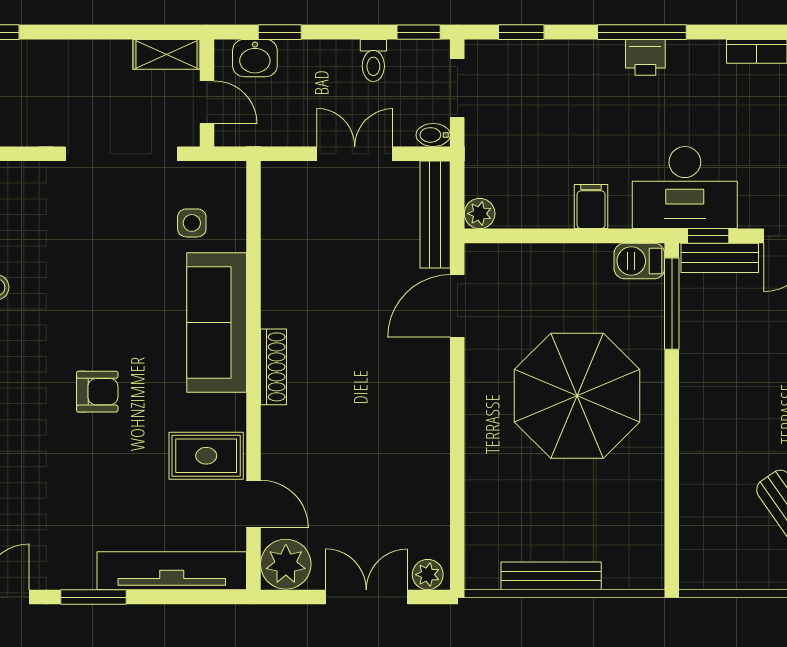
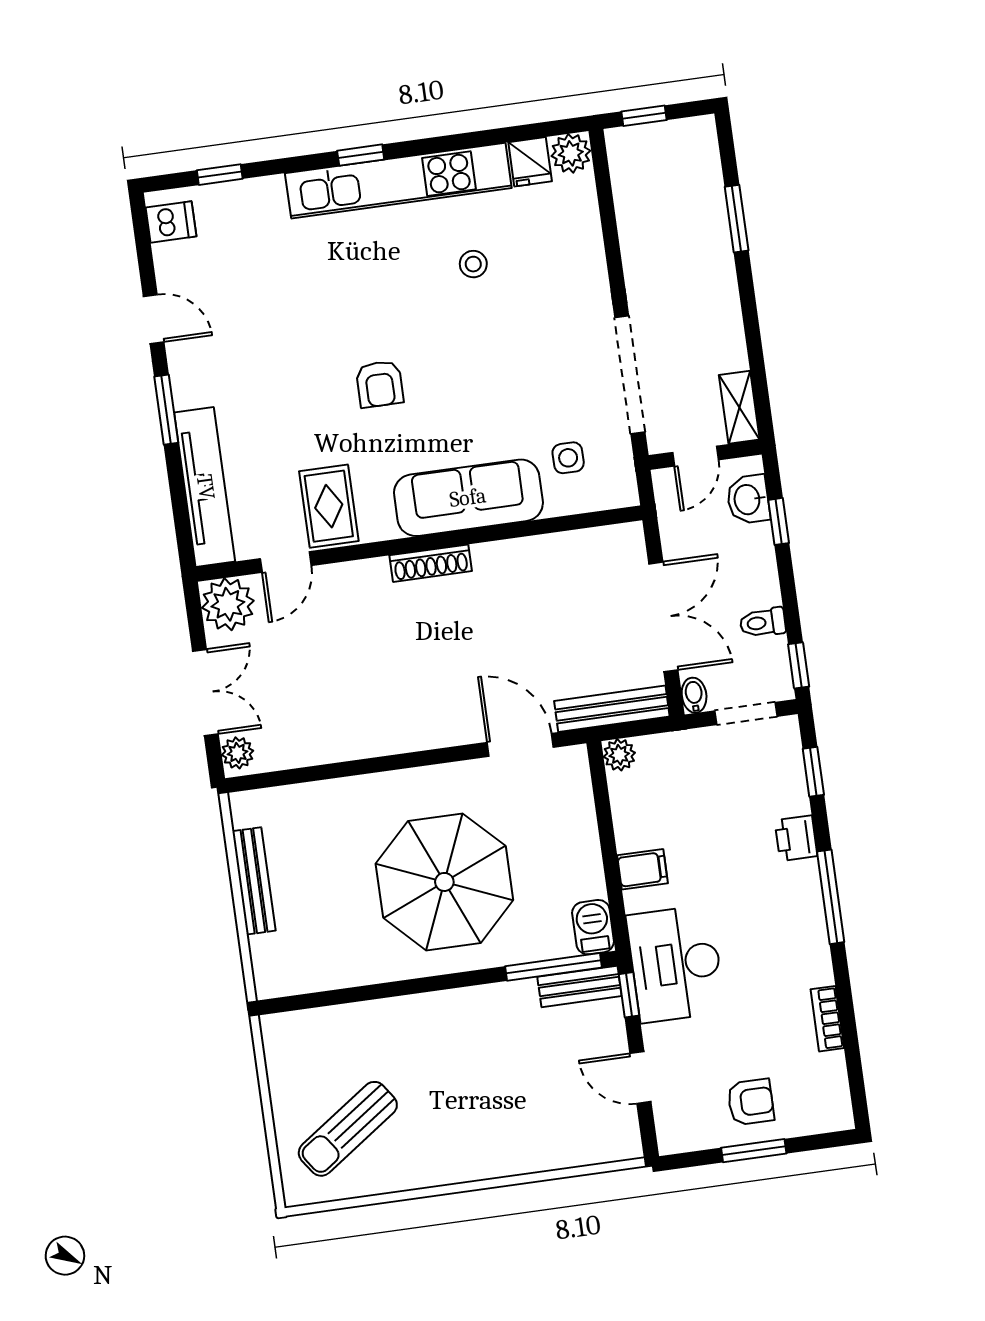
printer: (645, 57) -> (796, 838), moved
double door: (355, 154) -> (663, 617), width x1.37
bench: (720, 258) -> (579, 986), moved, turned 90

